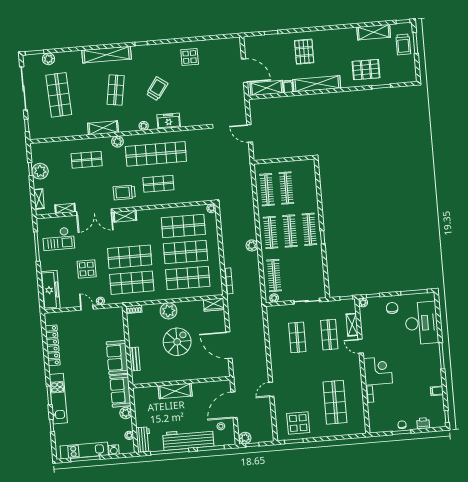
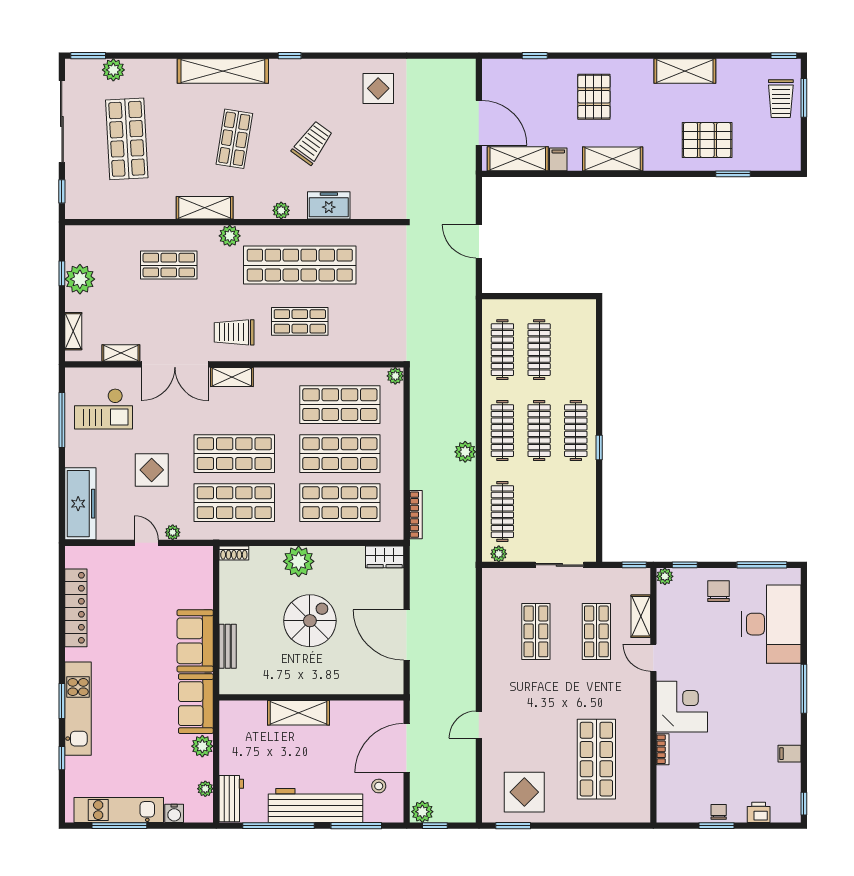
shelving: (374, 32) -> (685, 71), moved
shelving: (317, 84) -> (613, 159), width x0.68

